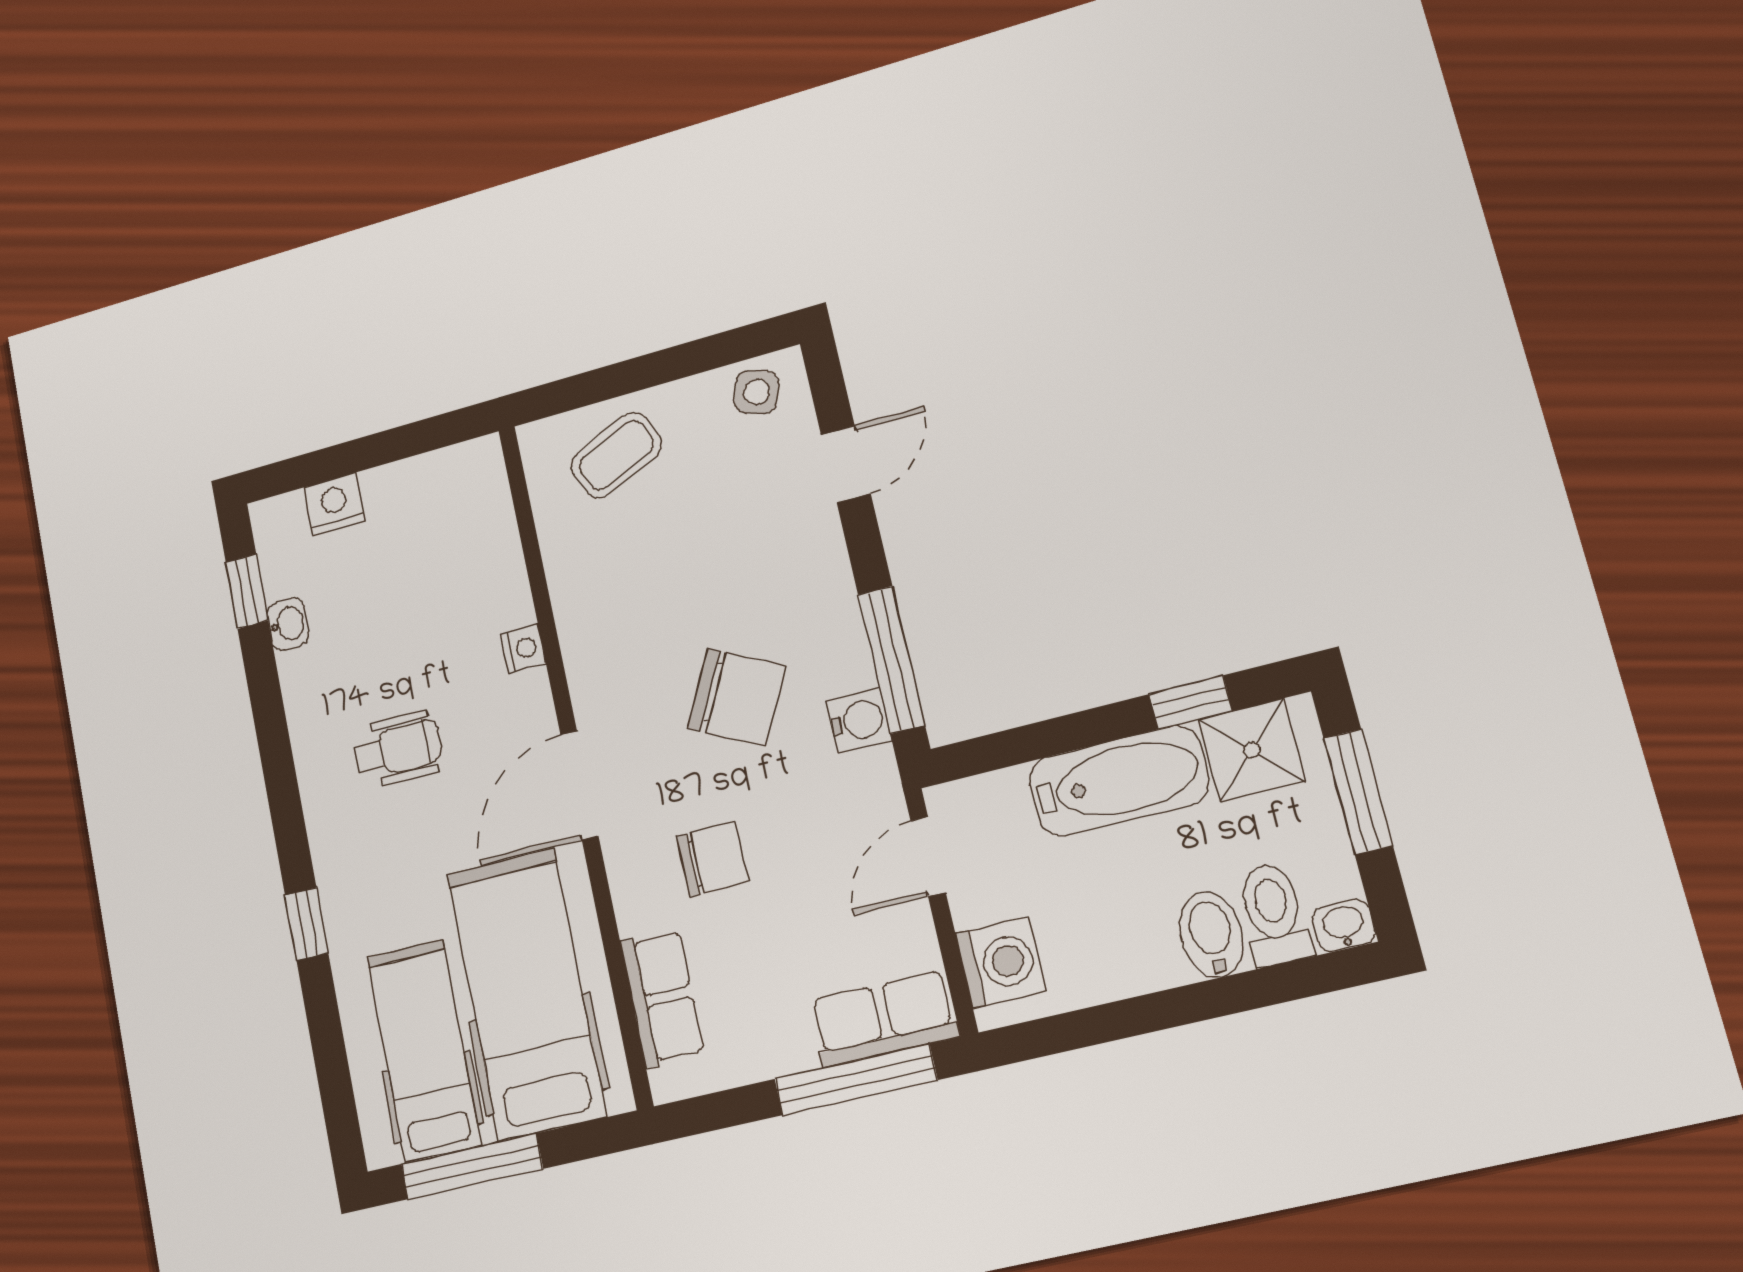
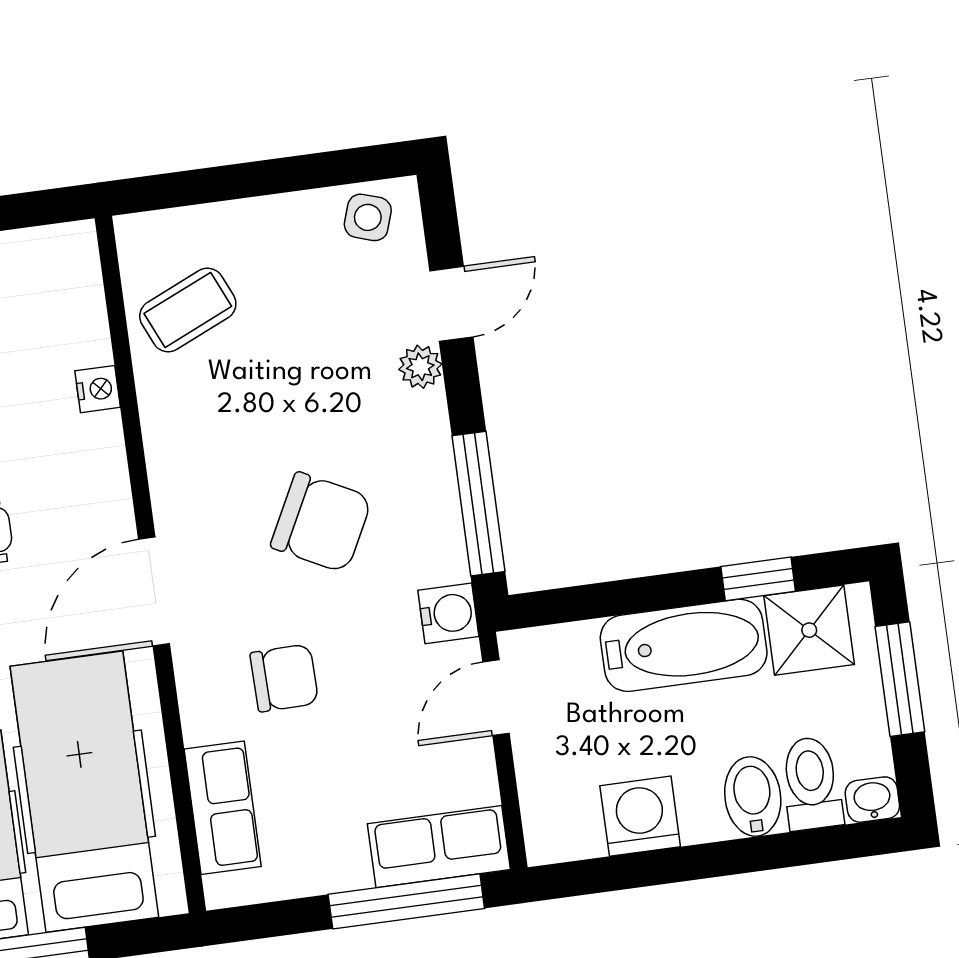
coffee table: (616, 455) -> (188, 310), moved
plant: (821, 530) -> (420, 367), added
nightstand: (523, 648) -> (98, 389), moved
water cooler: (859, 721) -> (448, 613), moved
washing machine: (1001, 962) -> (640, 816), moved, turned -90

